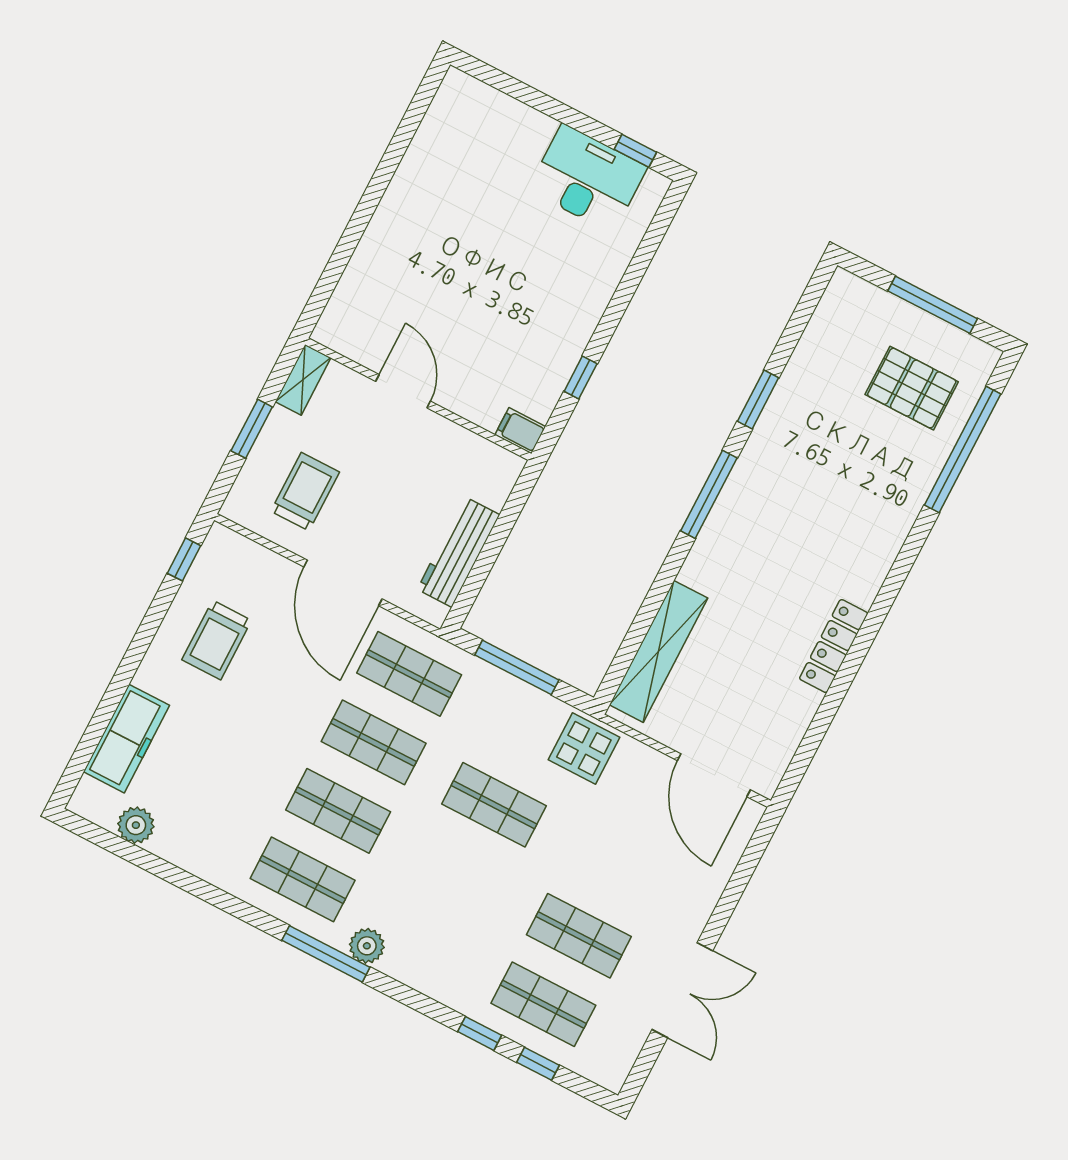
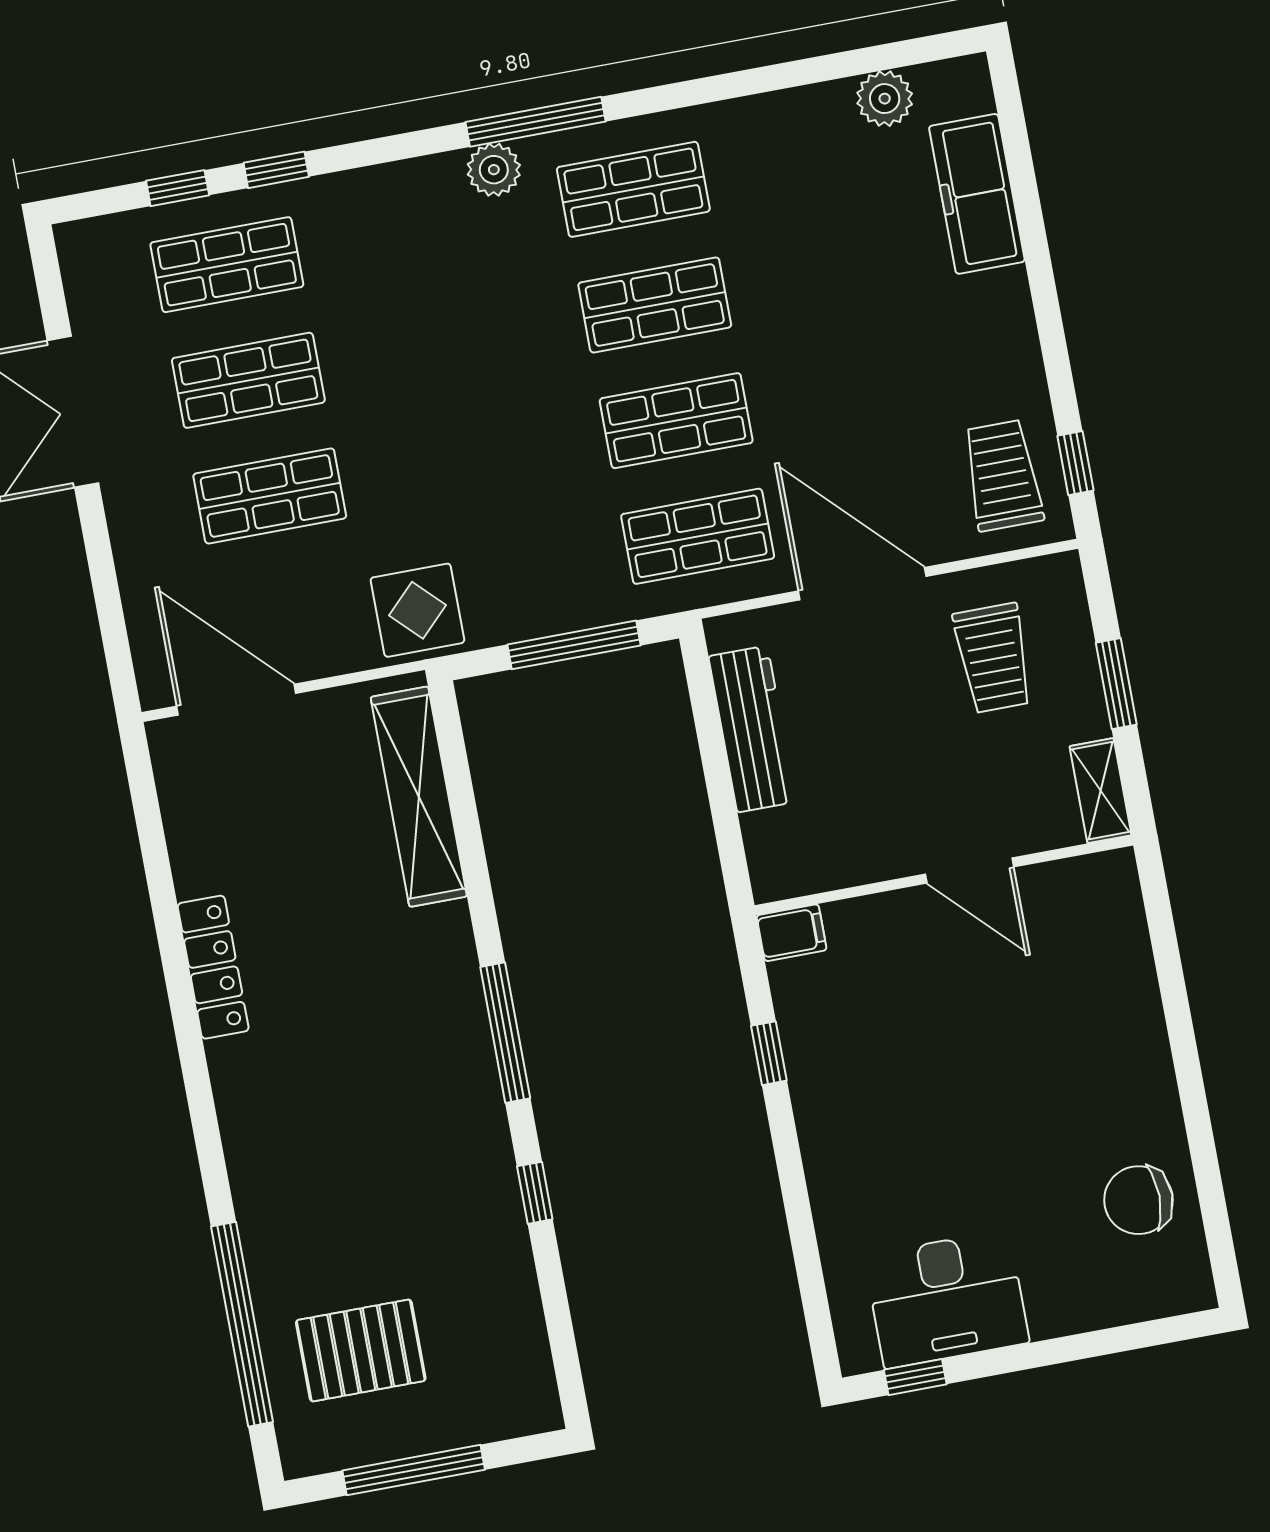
chair: (448, 152) -> (1138, 1200), added
window: (758, 400) -> (535, 1193), width x0.67
trolley: (217, 640) -> (1003, 475), moved
shop shelf: (494, 805) -> (270, 496), moved

